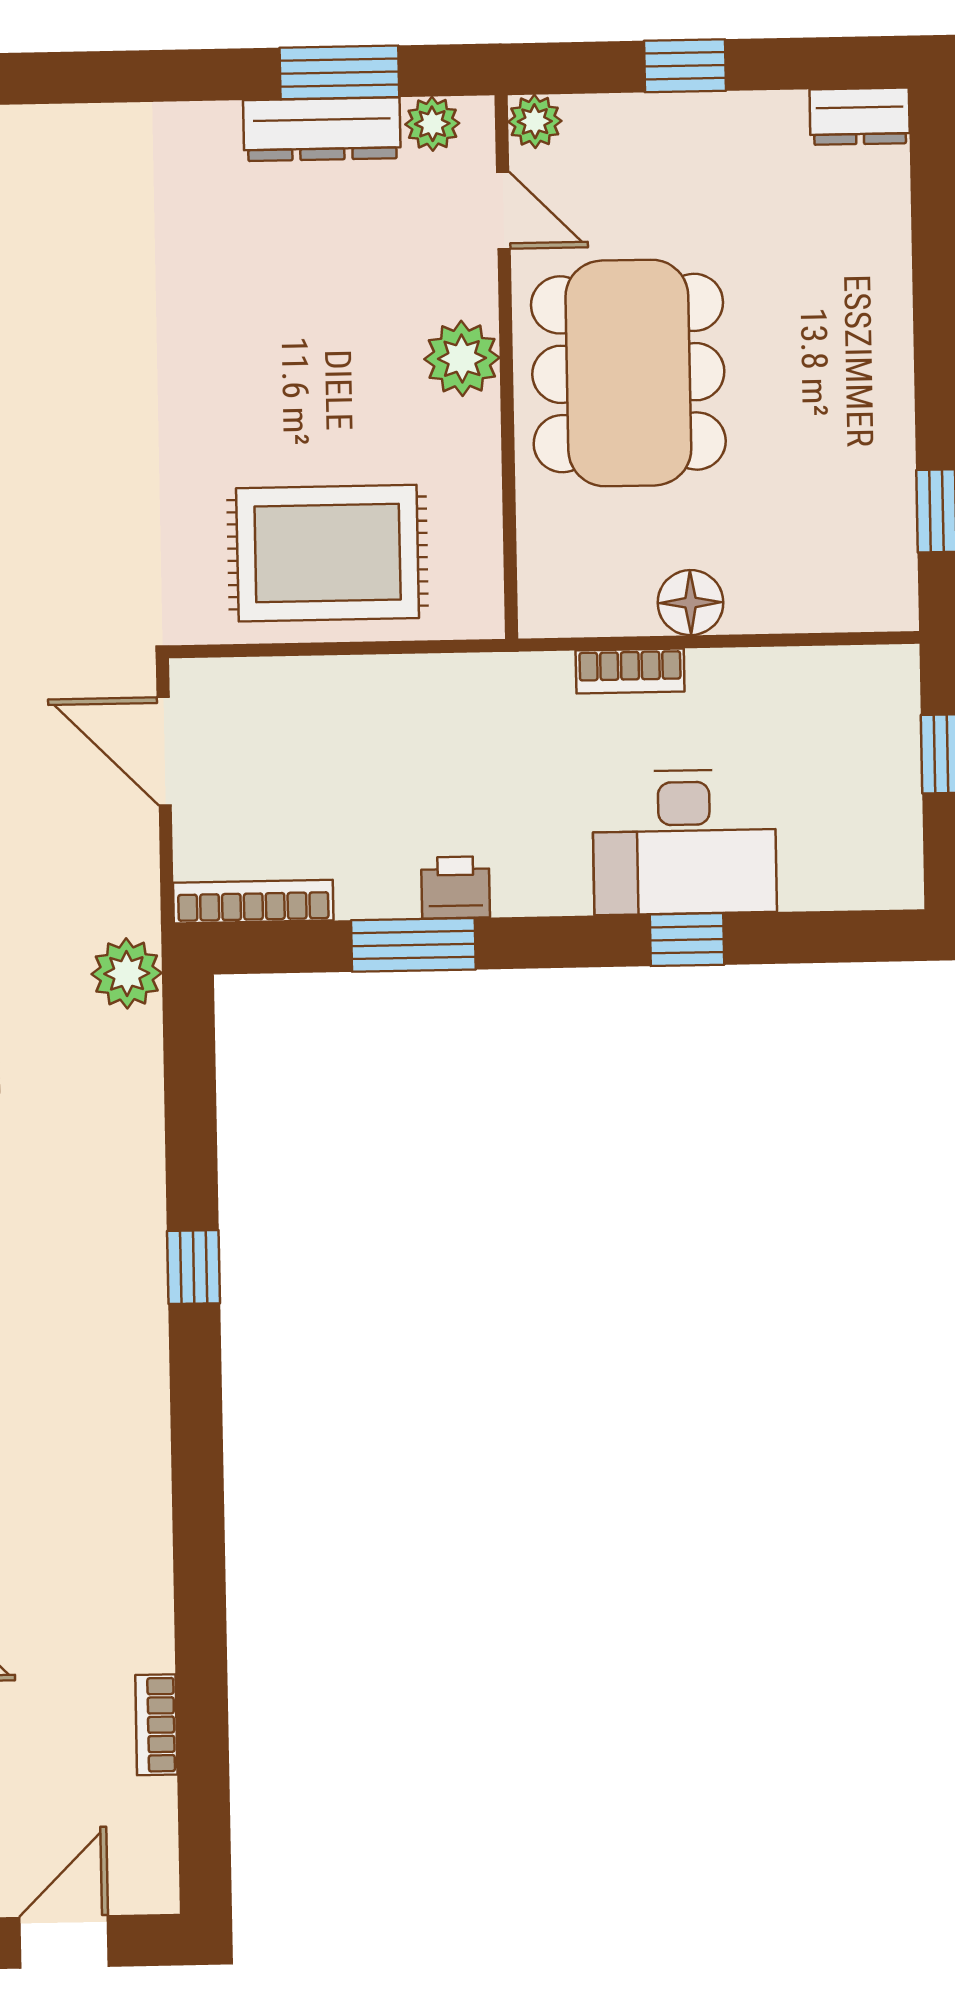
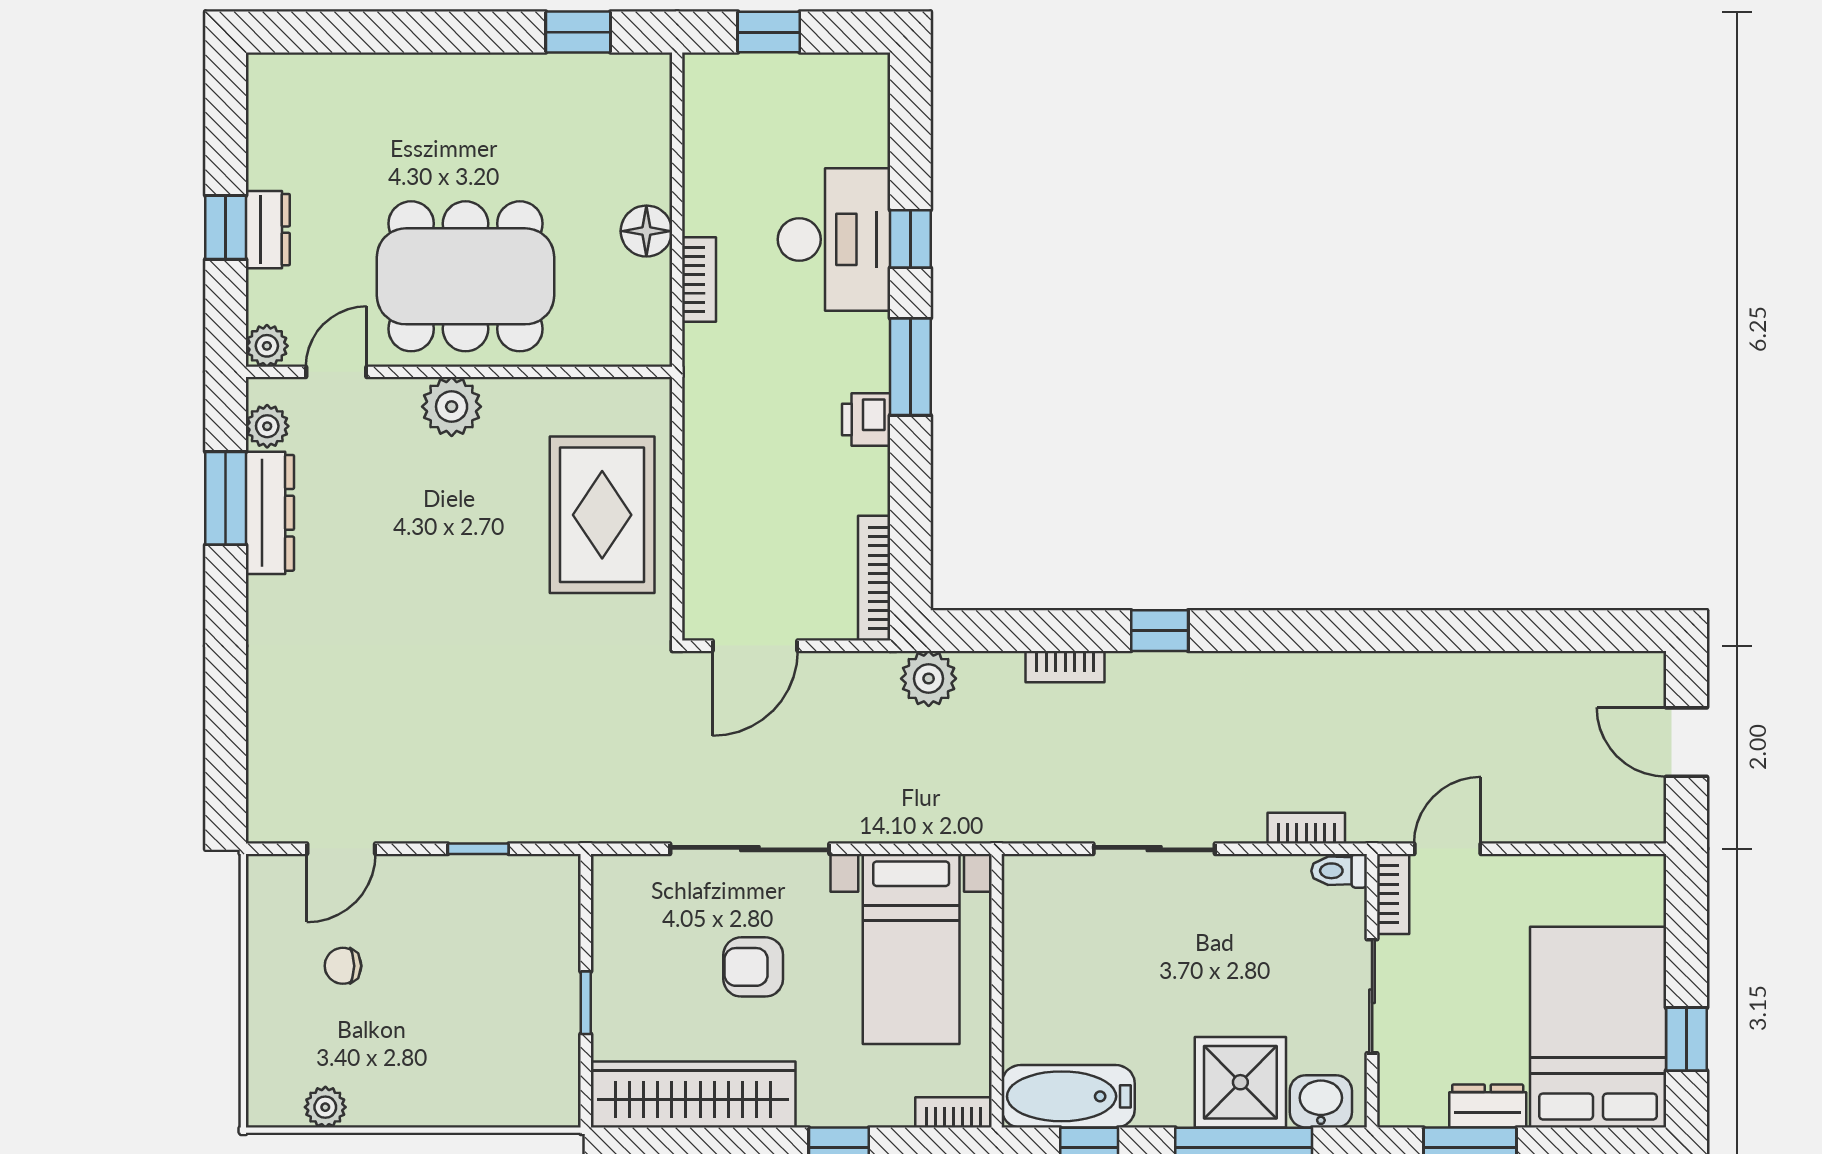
dresser: (860, 116) -> (268, 230), moved
window: (413, 945) -> (910, 367), moved
bookcase: (156, 1725) -> (1065, 667), moved

